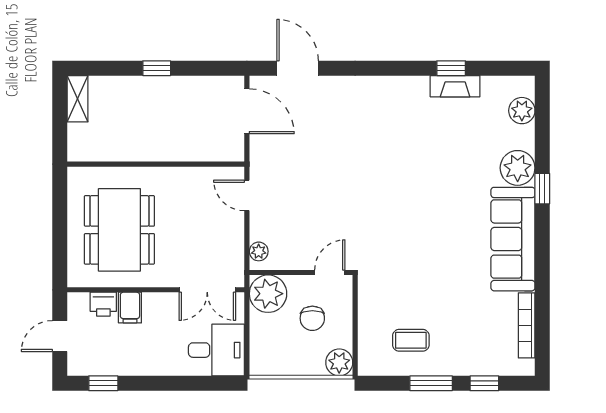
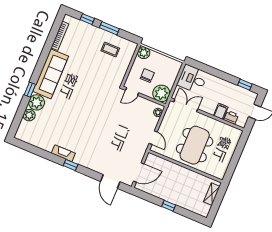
window: (451, 68) -> (71, 165), moved
fireplace: (455, 86) -> (63, 153), moved
shelving: (78, 99) -> (212, 194), moved
door: (247, 111) -> (139, 172), swing flipped
plant: (522, 111) -> (29, 115), moved
dining table: (119, 230) -> (195, 145), moved

